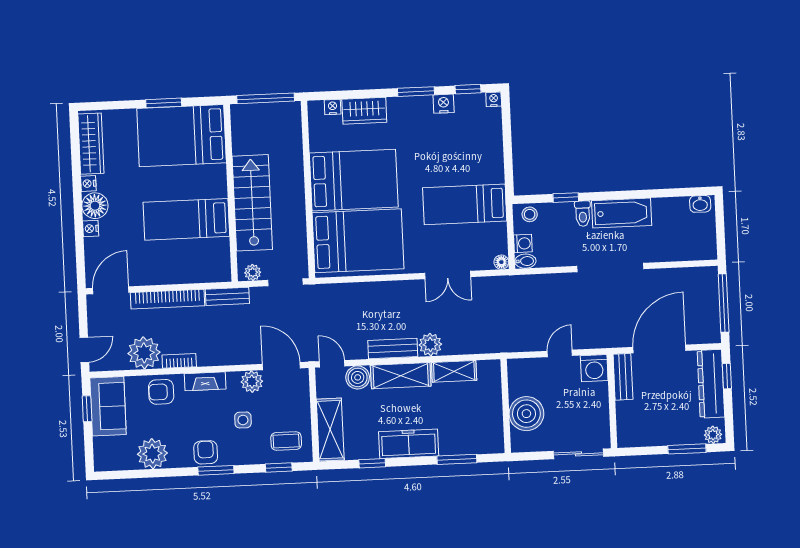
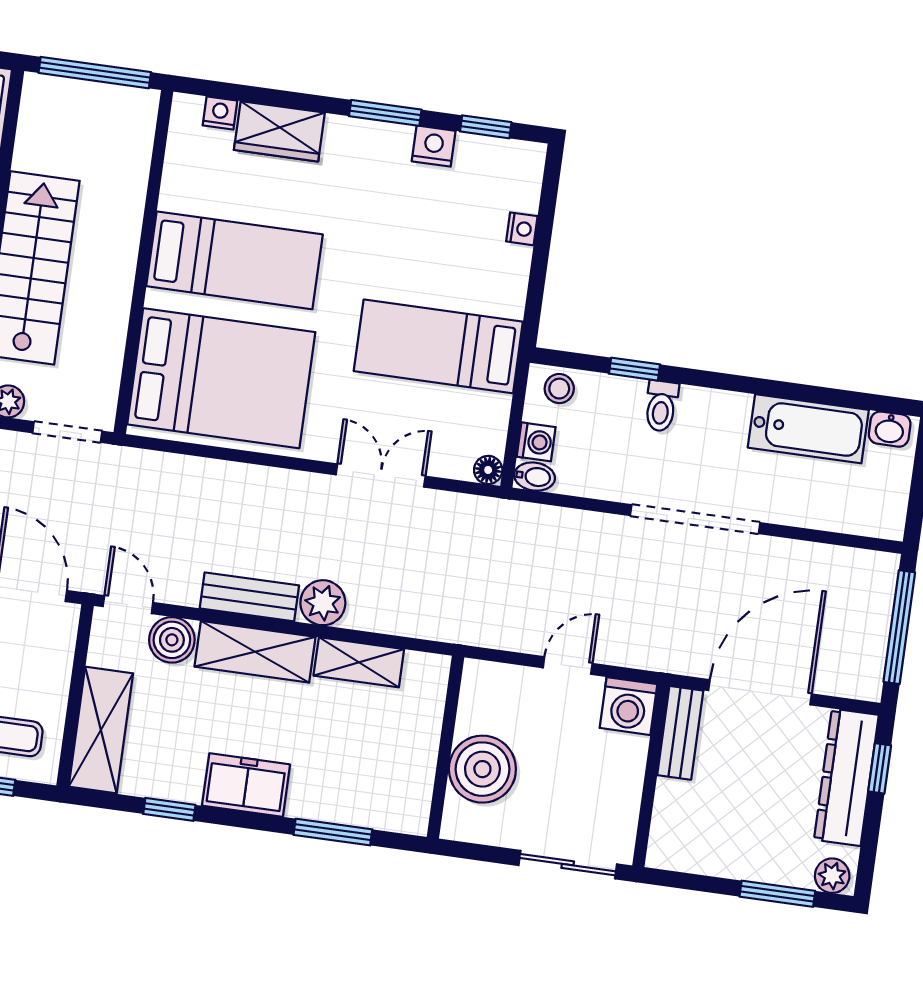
nightstand: (494, 99) -> (522, 229), moved, turned 90
bed: (354, 180) -> (235, 260), width x0.67
bathtub: (622, 213) -> (808, 429), moved
double door: (448, 275) -> (381, 475), swing flipped
freezer: (409, 444) -> (246, 785), width x0.71

